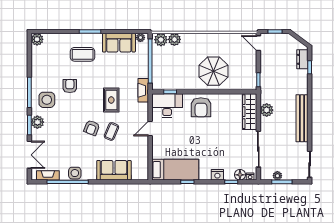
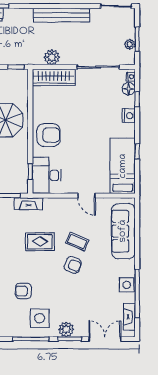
door: (150, 129) -> (87, 196), moved
sofa: (114, 170) -> (123, 231), width x1.36

